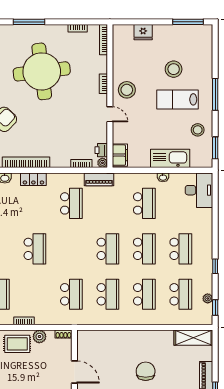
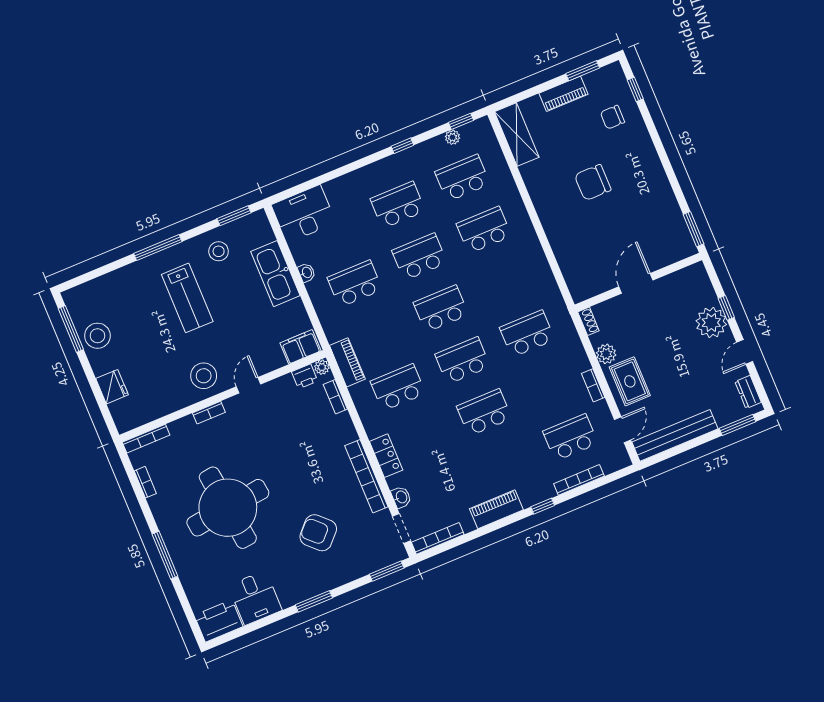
stool: (174, 69) -> (97, 336), moved
school desk: (108, 294) -> (463, 361), moved

